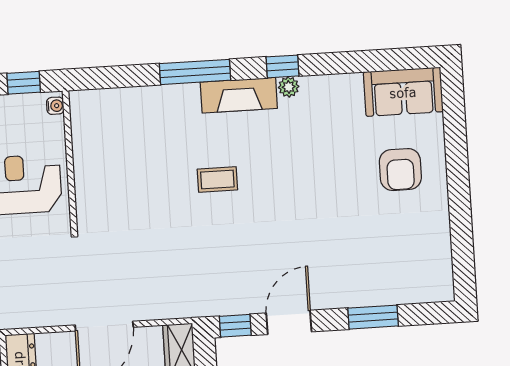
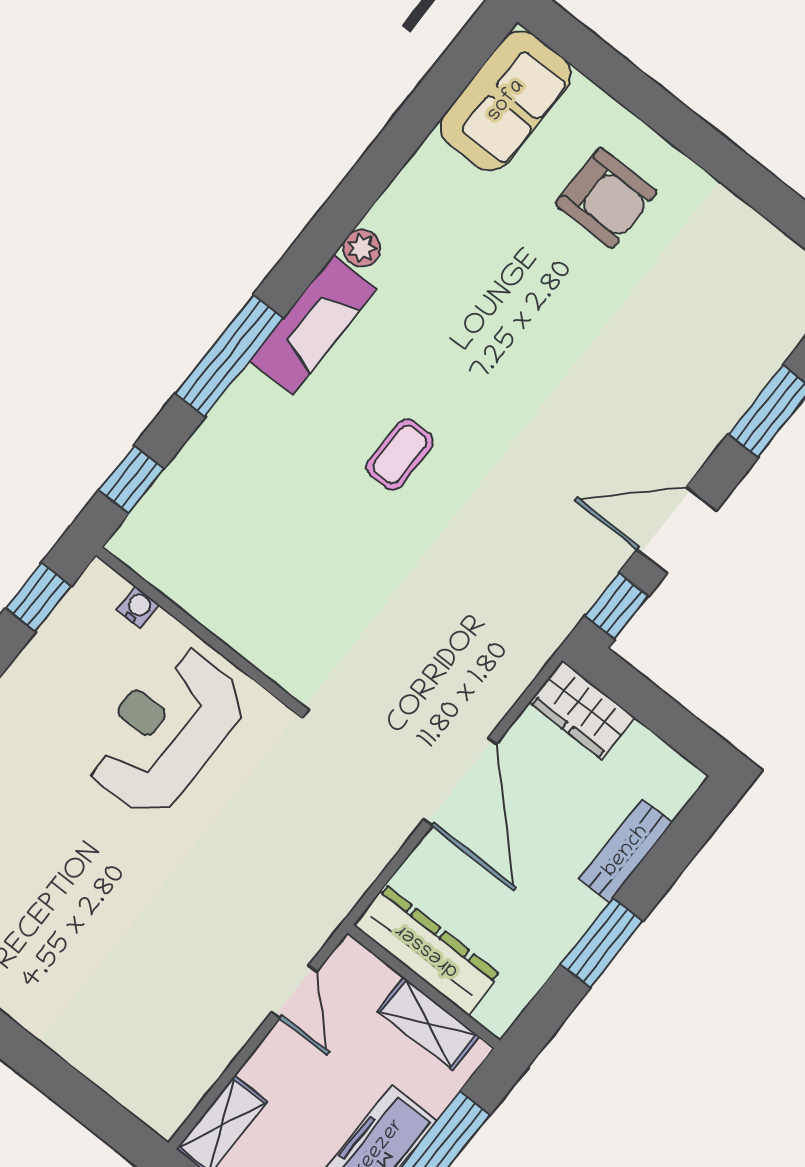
window: (283, 66) -> (131, 480), moved
water cooler: (55, 106) -> (138, 607), moved
door: (289, 322) -> (677, 530), hinge flipped

